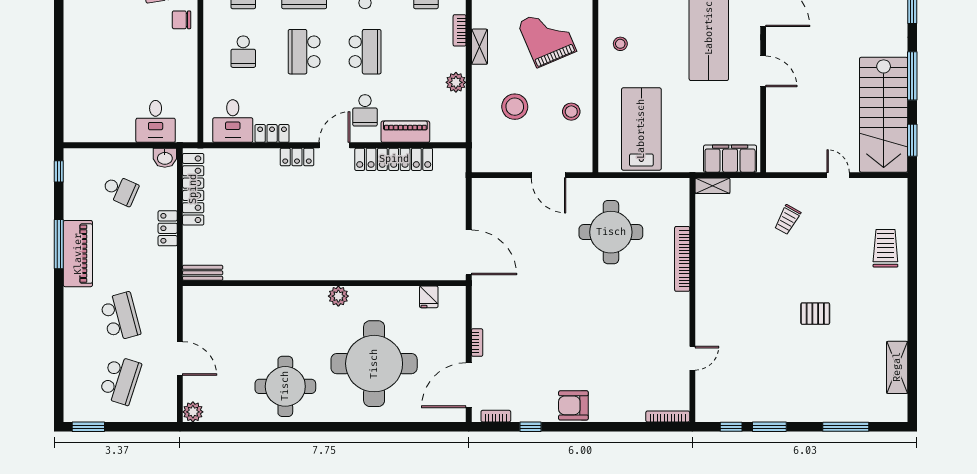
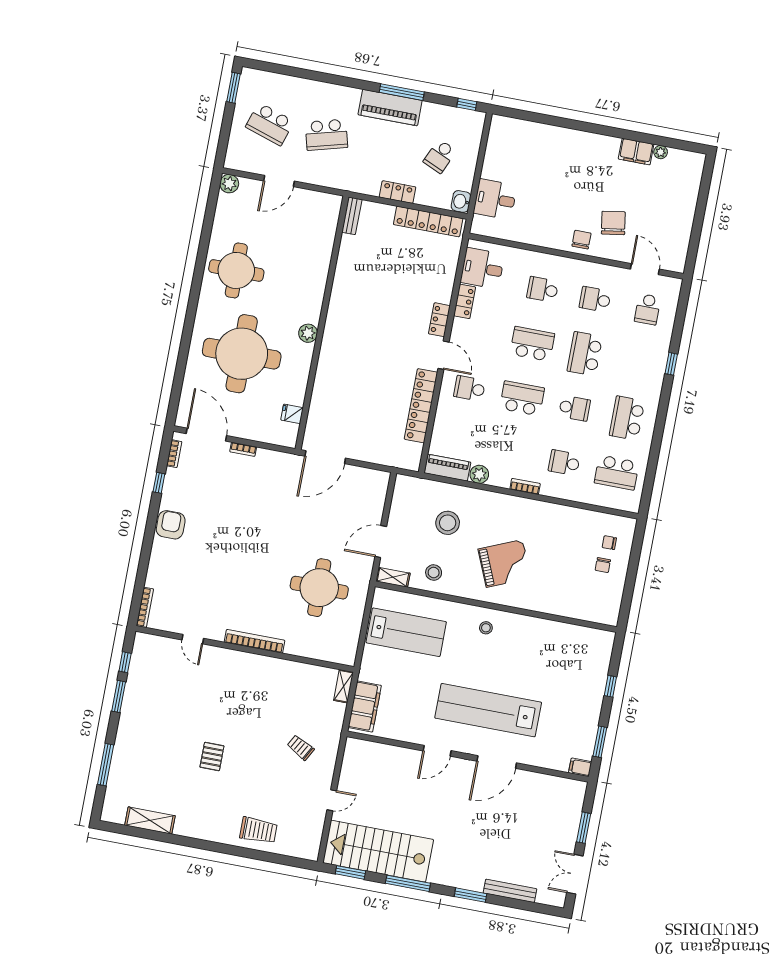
shelving: (479, 47) -> (393, 577), moved
school desk: (365, 52) -> (522, 398), turned 180
piano: (405, 132) -> (447, 468), moved, turned -90
bookcase: (682, 259) -> (254, 641), moved

